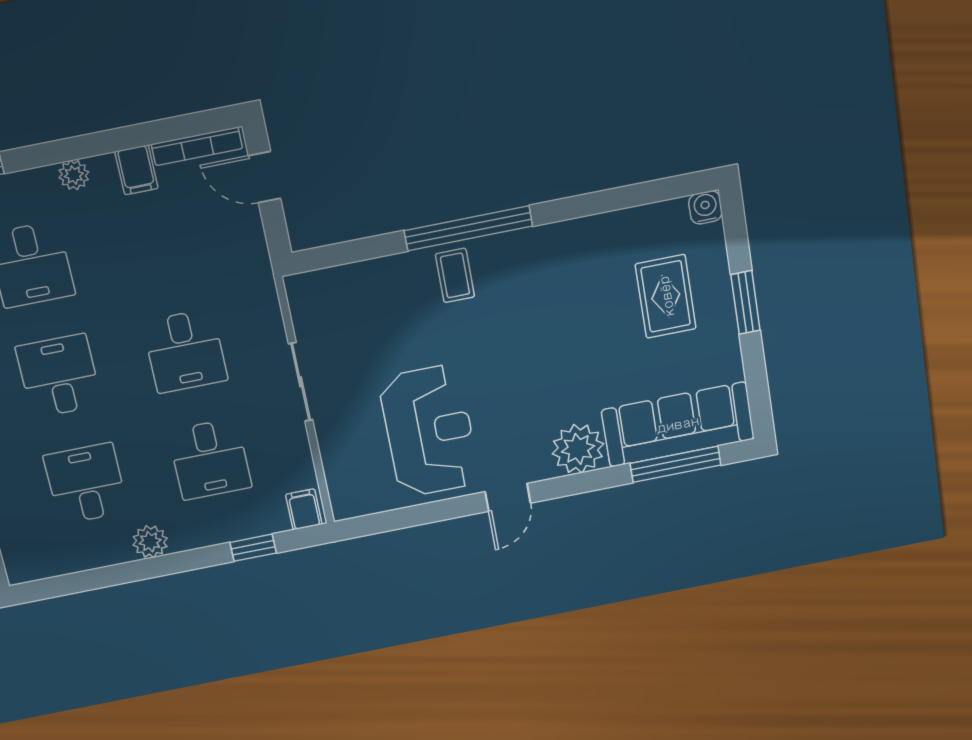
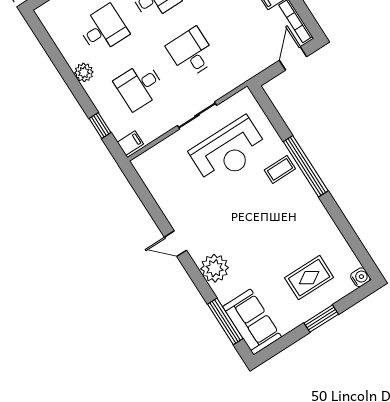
desk: (185, 351) -> (191, 53), turned 90
sofa: (678, 424) -> (252, 322), width x0.73
reception desk: (429, 431) -> (229, 151), moved

